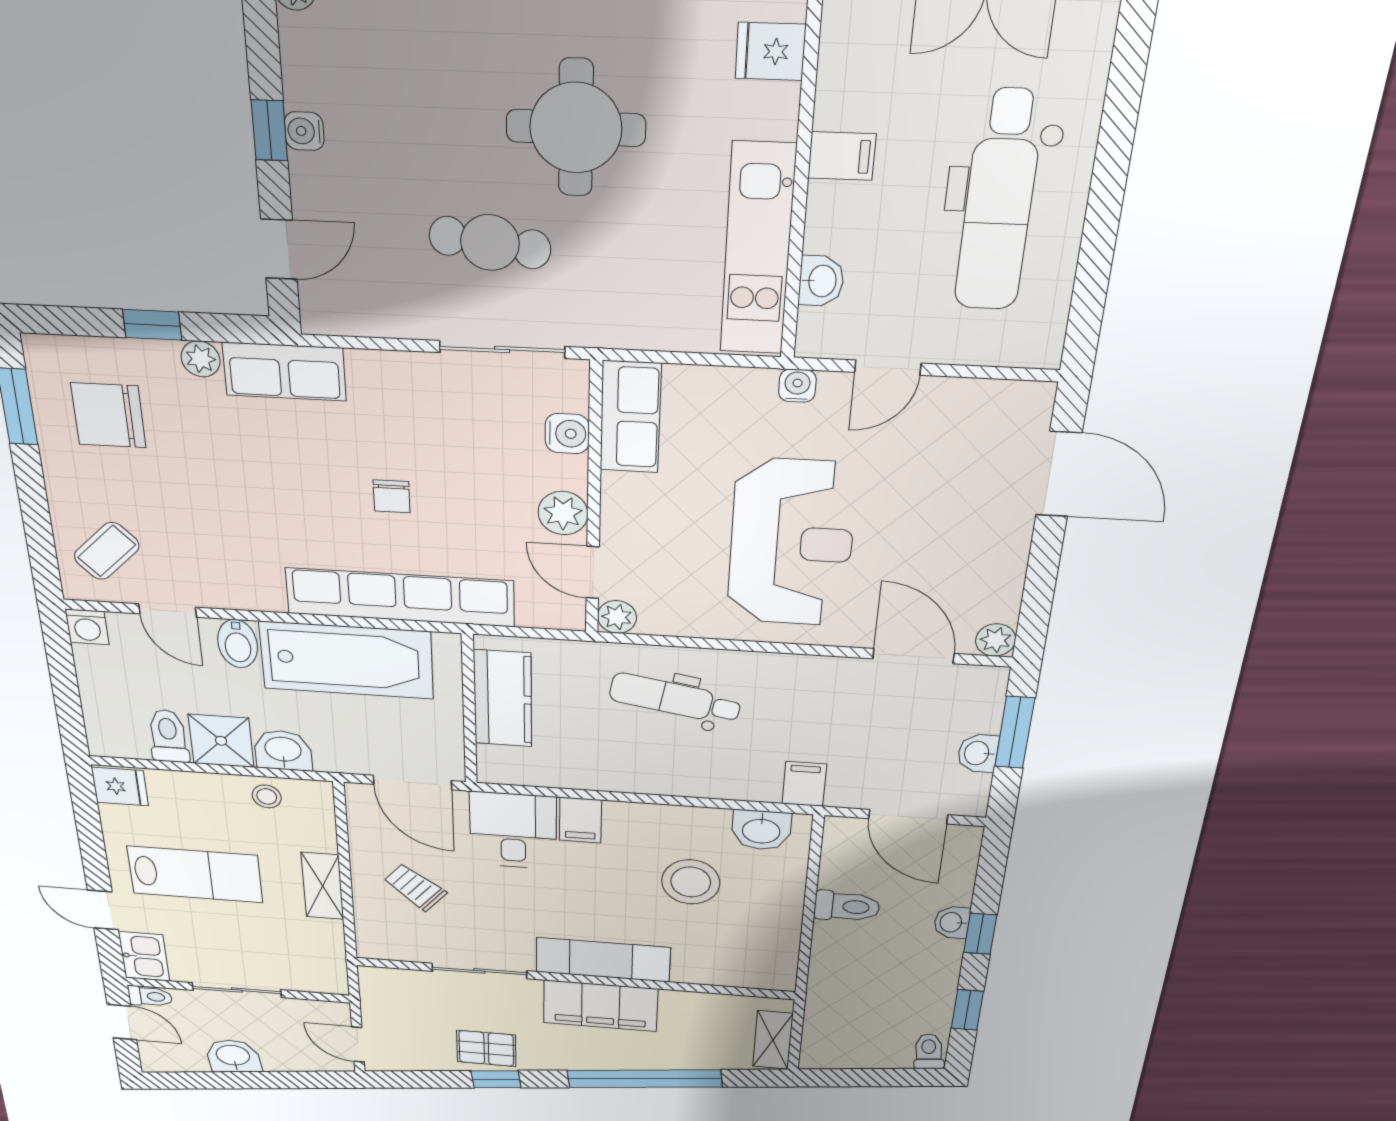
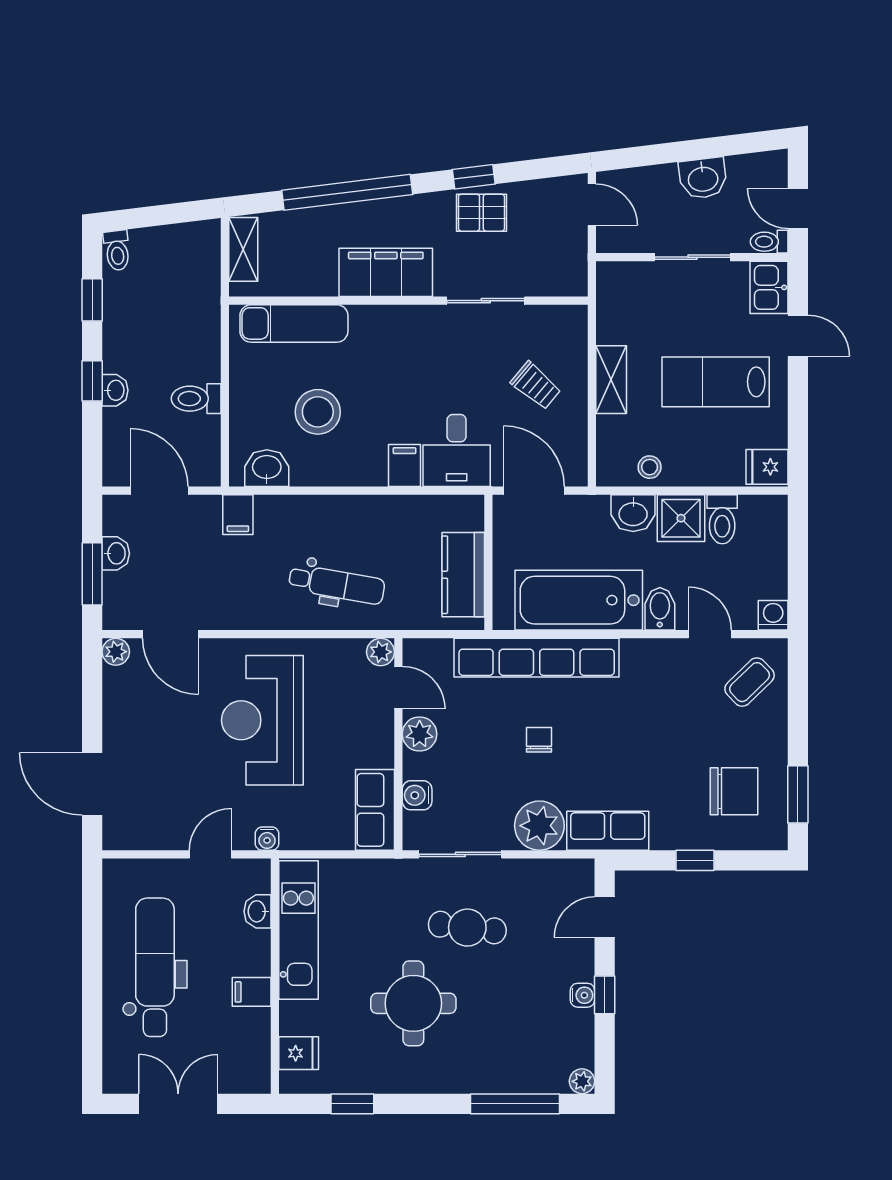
plant: (201, 359) -> (539, 826), moved, width x1.88, depth x1.88
exam couch: (603, 960) -> (294, 323), moved

